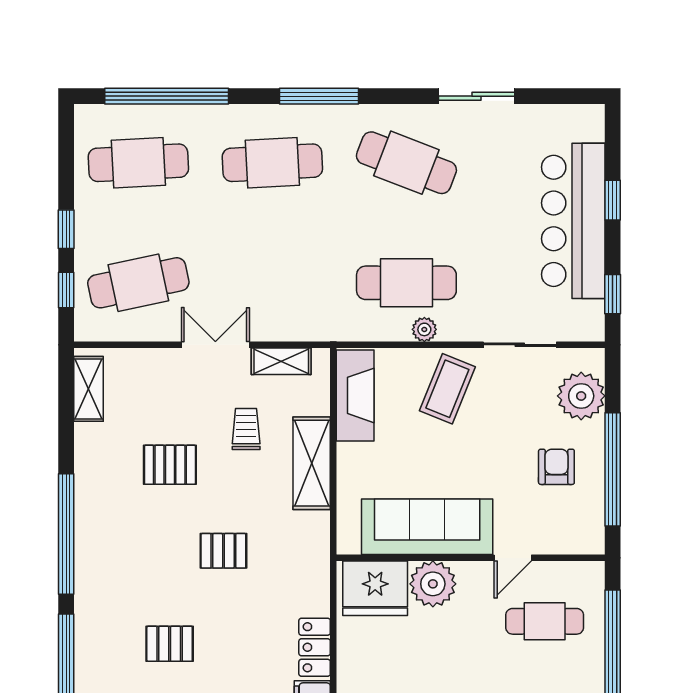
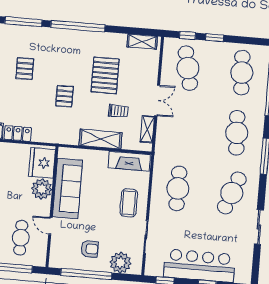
plant: (424, 329) -> (156, 195), removed
coffee table: (447, 389) -> (129, 203), turned 68
pallet: (170, 465) -> (105, 75), width x1.50, depth x1.42

